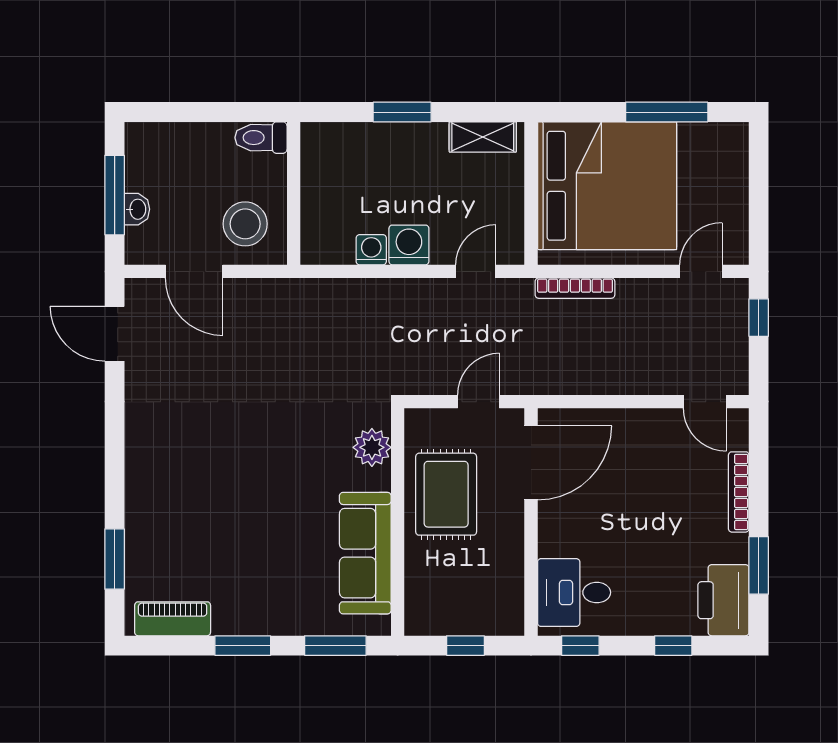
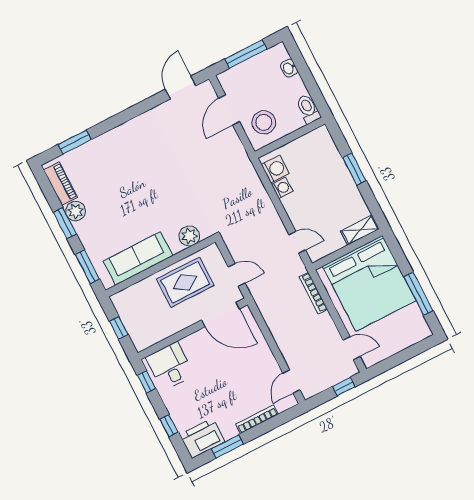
shelving: (483, 137) -> (360, 230), moved, turned 90
washbasin: (137, 209) -> (289, 68), moved, turned 90
washing machine: (409, 245) -> (275, 169), moved
plant: (232, 617) -> (76, 211), added

